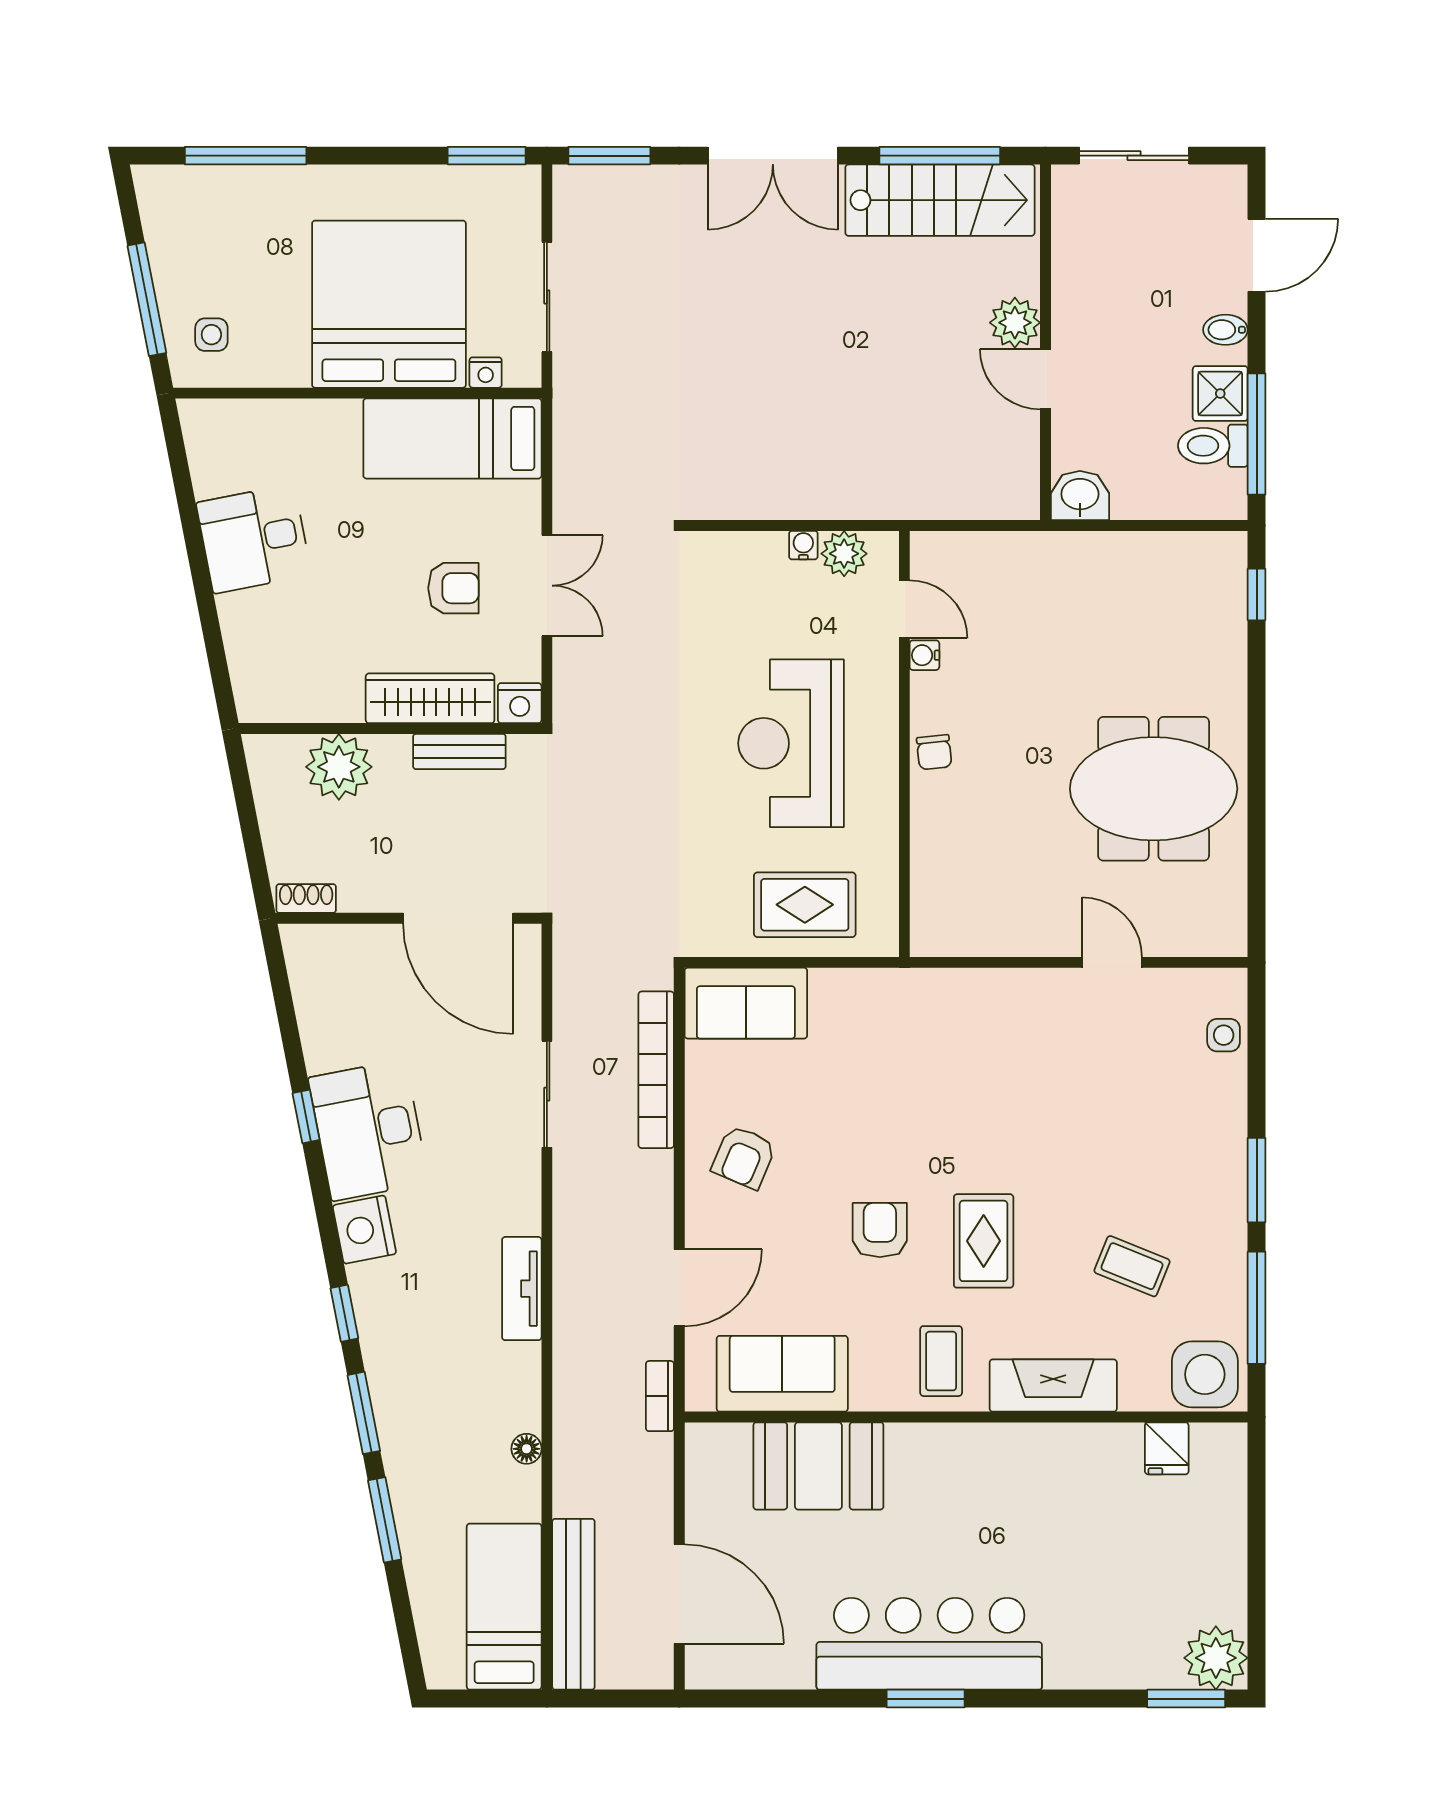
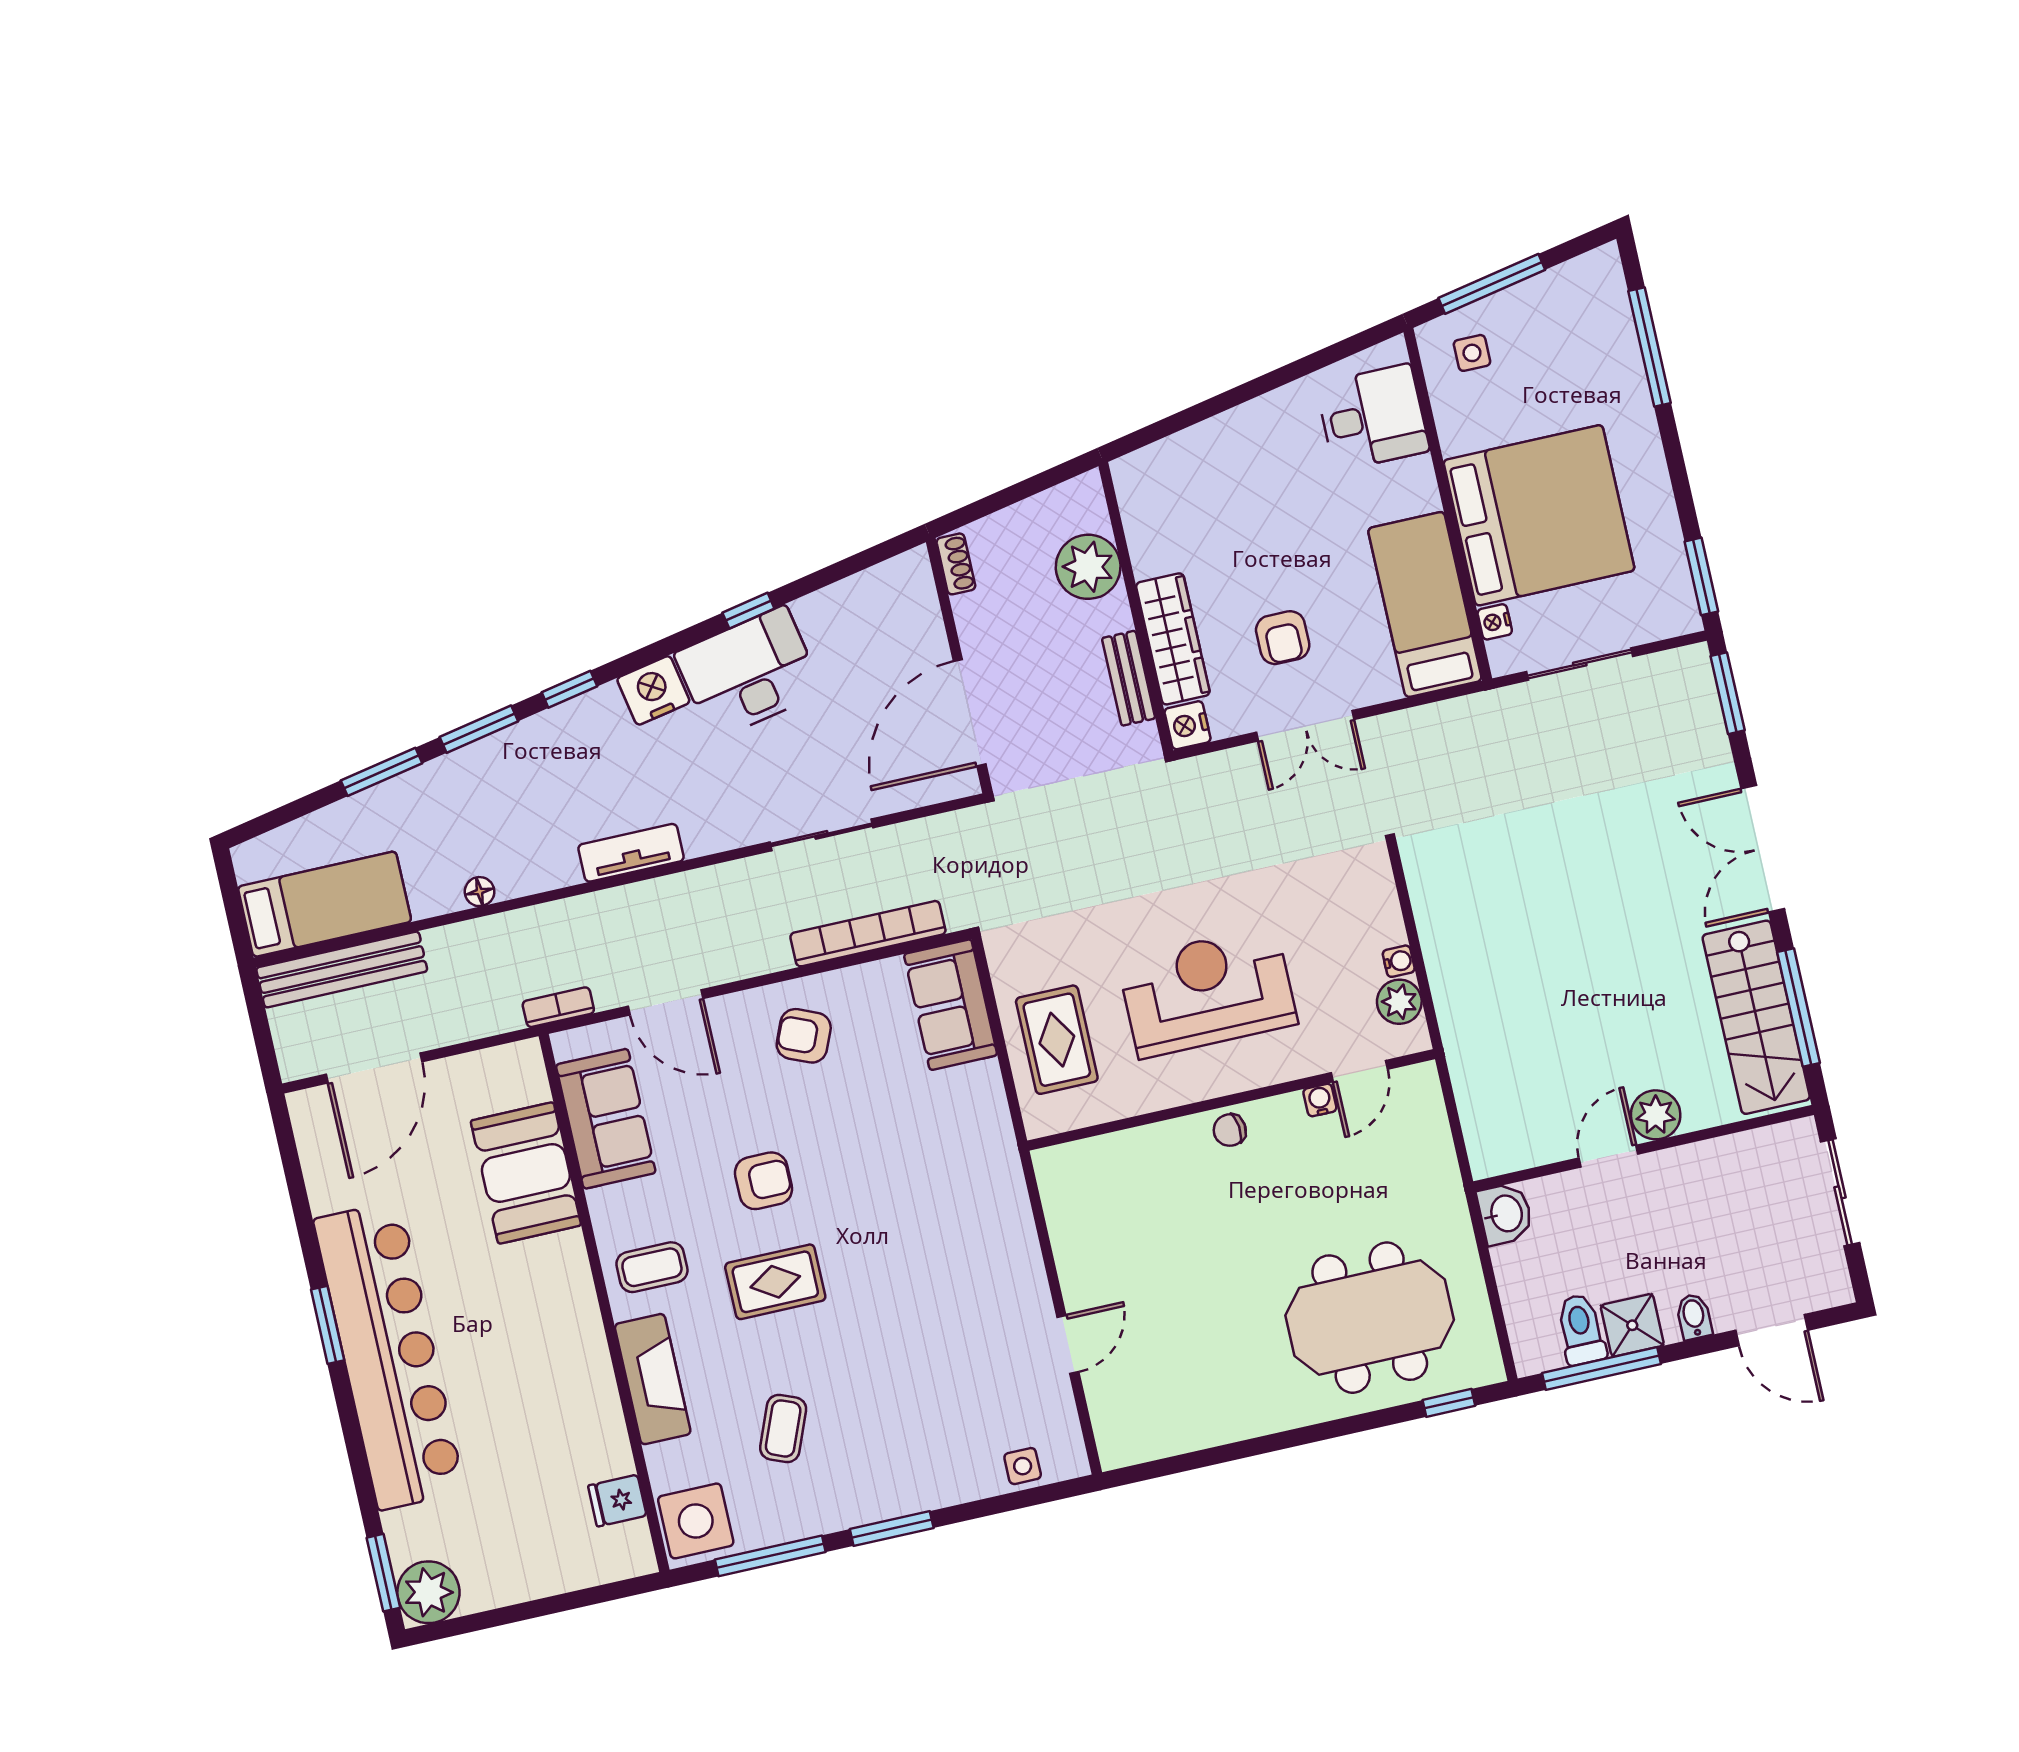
desk: (254, 539) -> (1373, 417), moved, turned 101
meeting table: (1154, 789) -> (1370, 1318), moved, turned 90
bar counter: (929, 1644) -> (389, 1355), width x1.36

